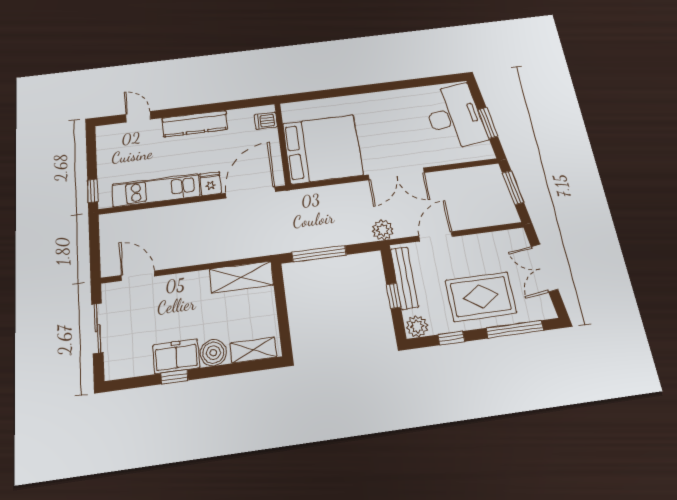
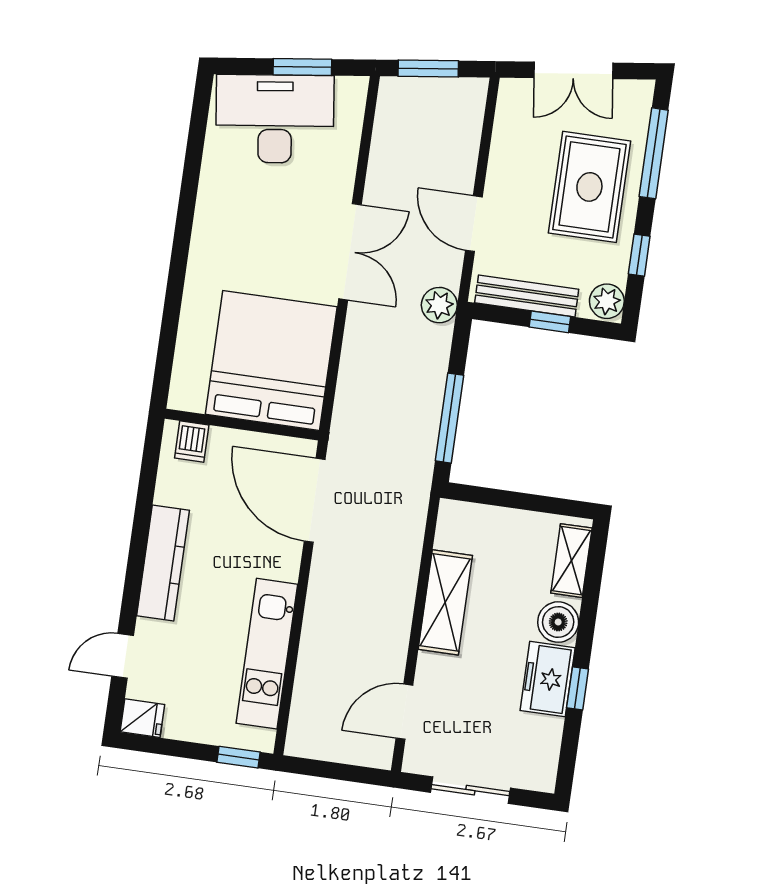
fridge: (211, 184) -> (142, 718), moved, turned 180
shelving: (241, 277) -> (445, 602), moved

